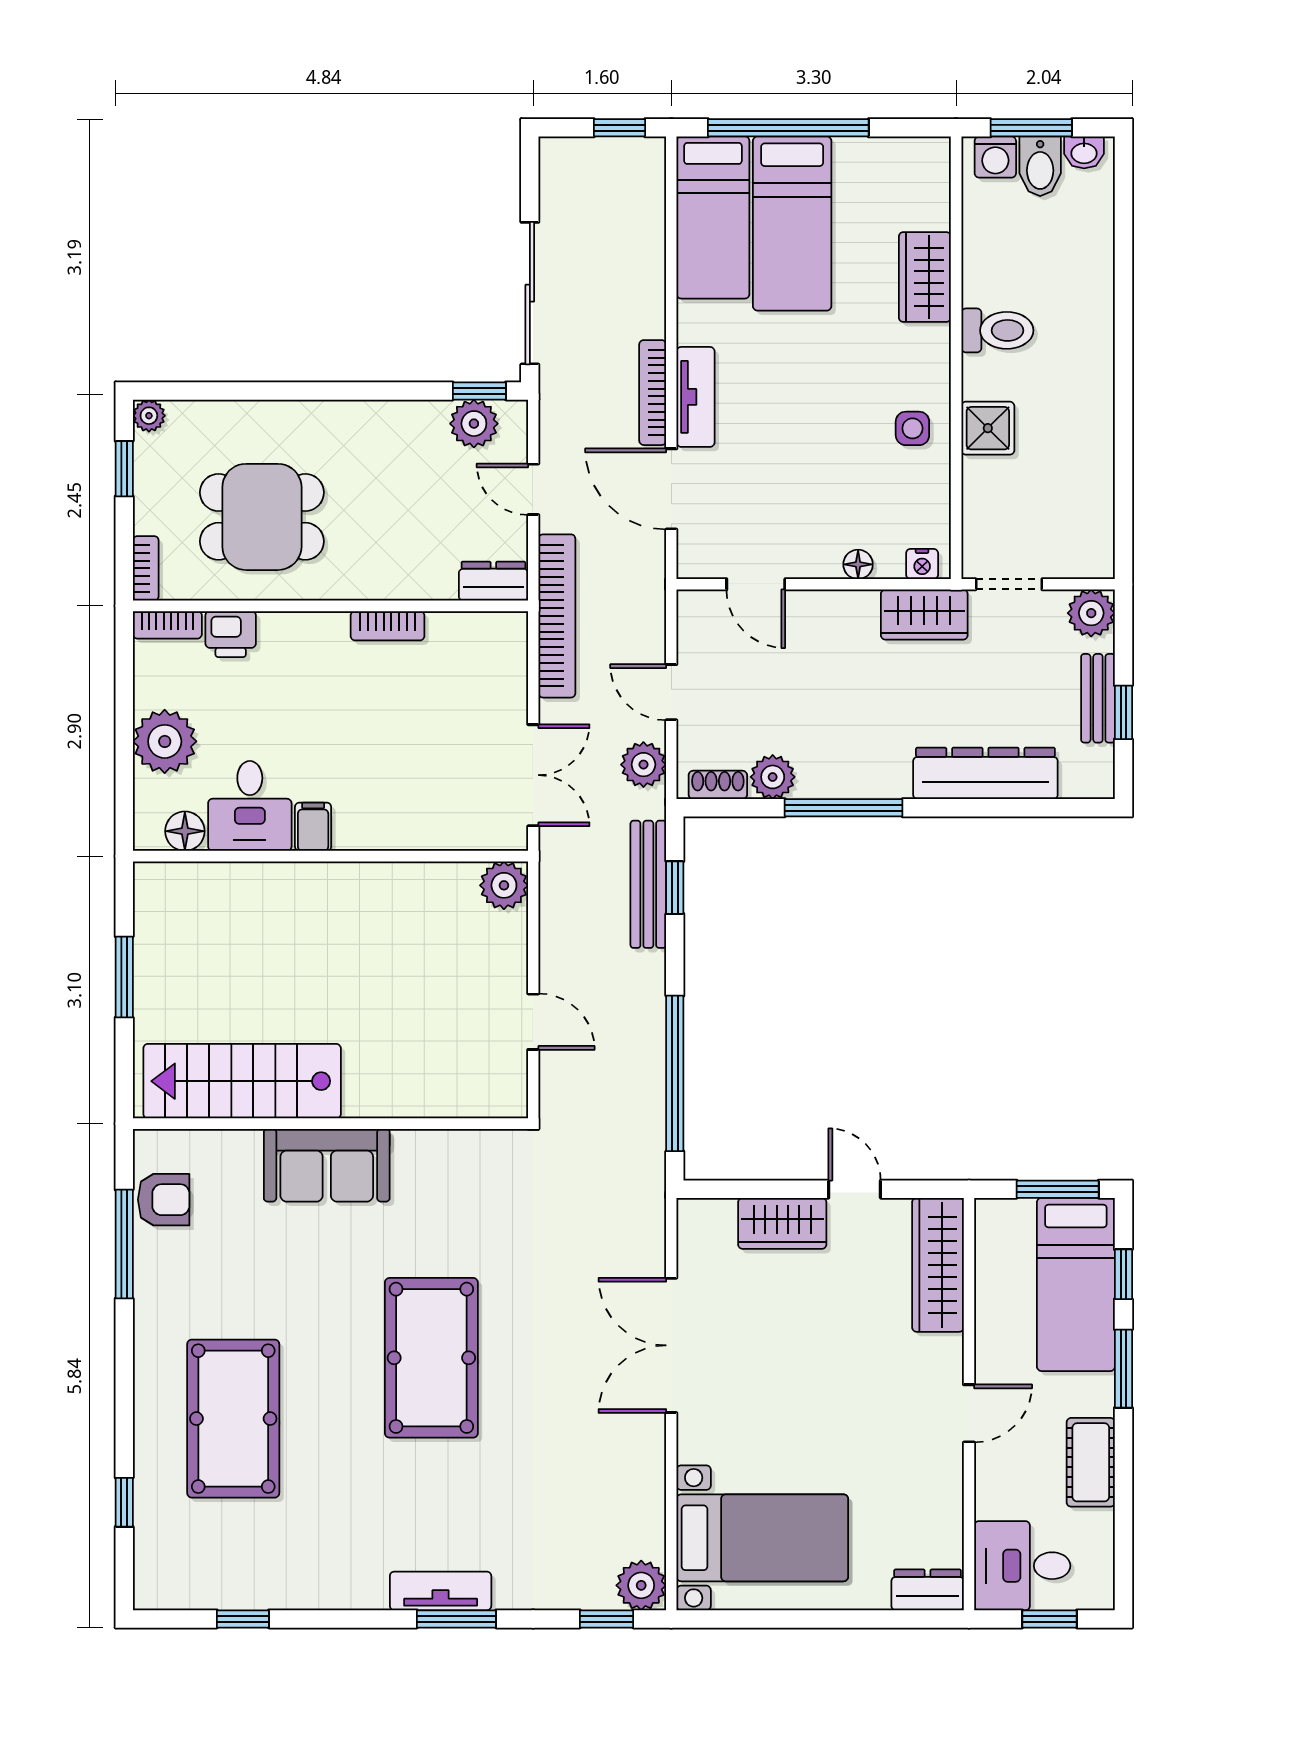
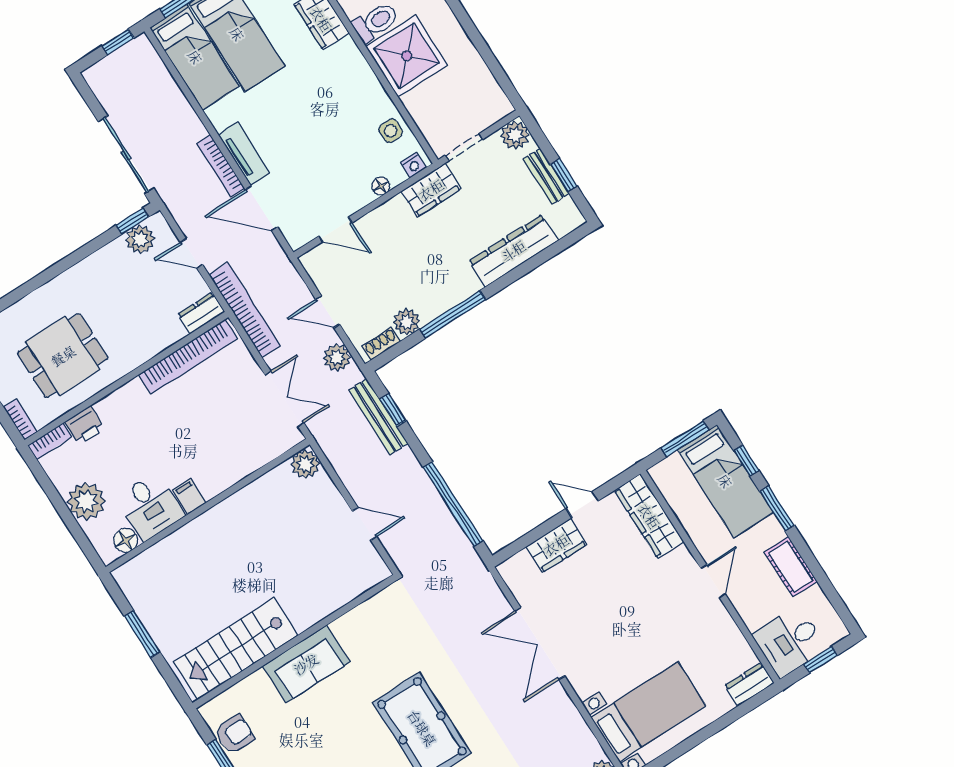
side table: (912, 428) -> (391, 131), moved
shower: (988, 428) -> (407, 56), width x1.86, depth x1.86
bookcase: (387, 626) -> (188, 357), width x2.31, depth x1.31

